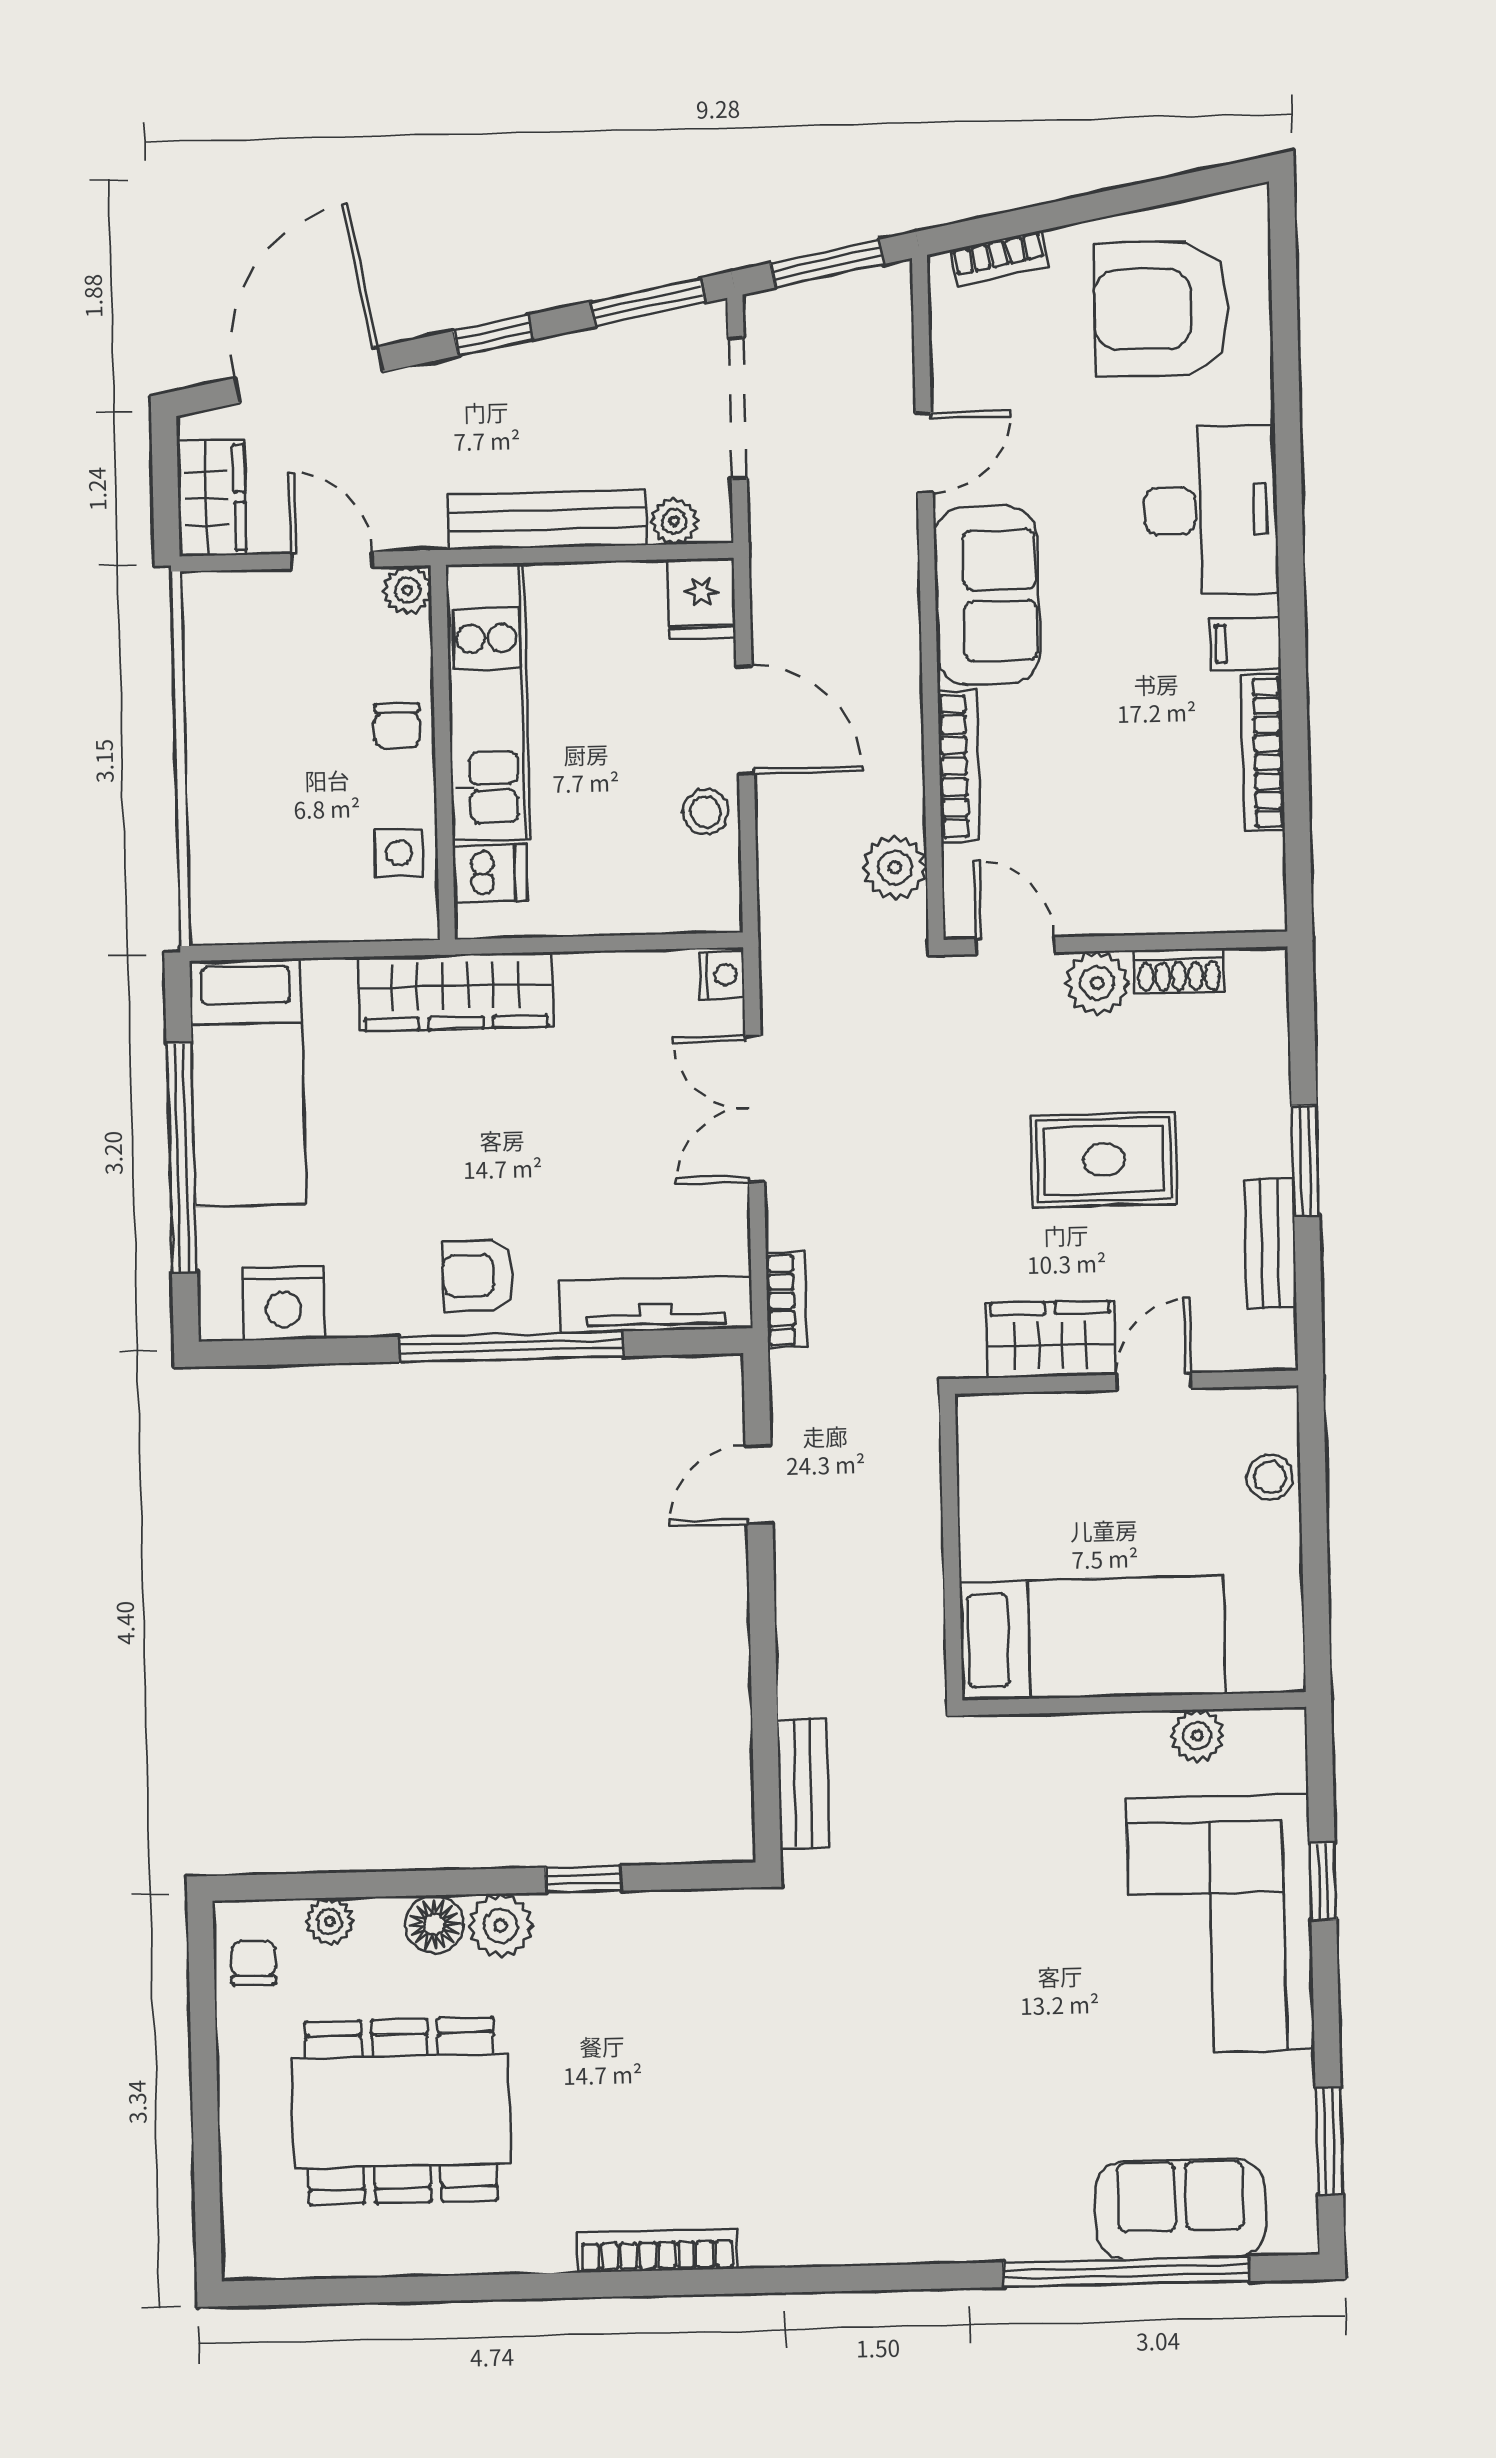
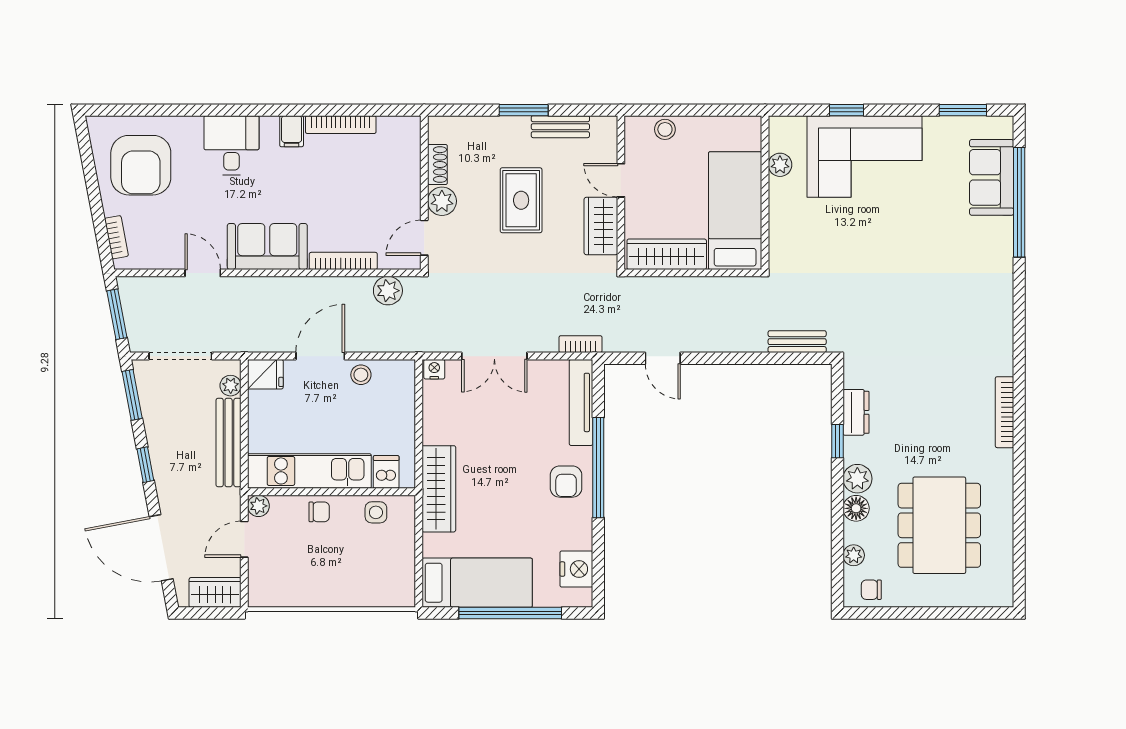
desk: (1211, 510) -> (231, 145), width x0.73
wardrobe: (991, 1488) -> (667, 254), added
dresser: (649, 1919) -> (856, 412), added

